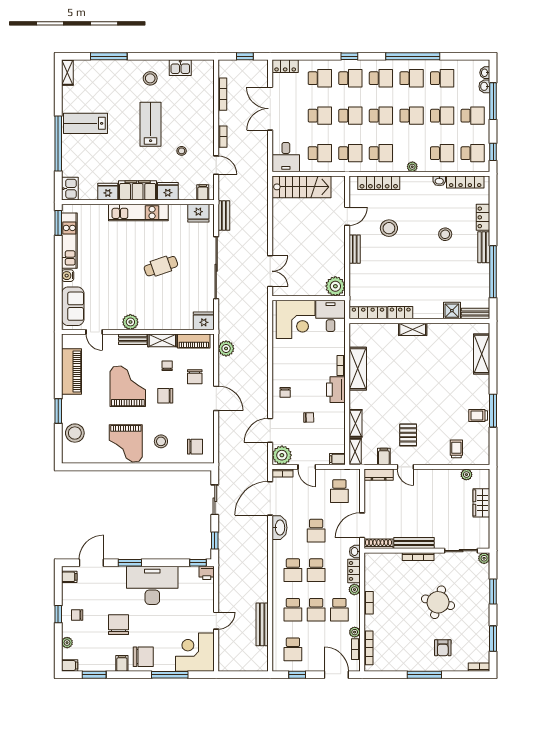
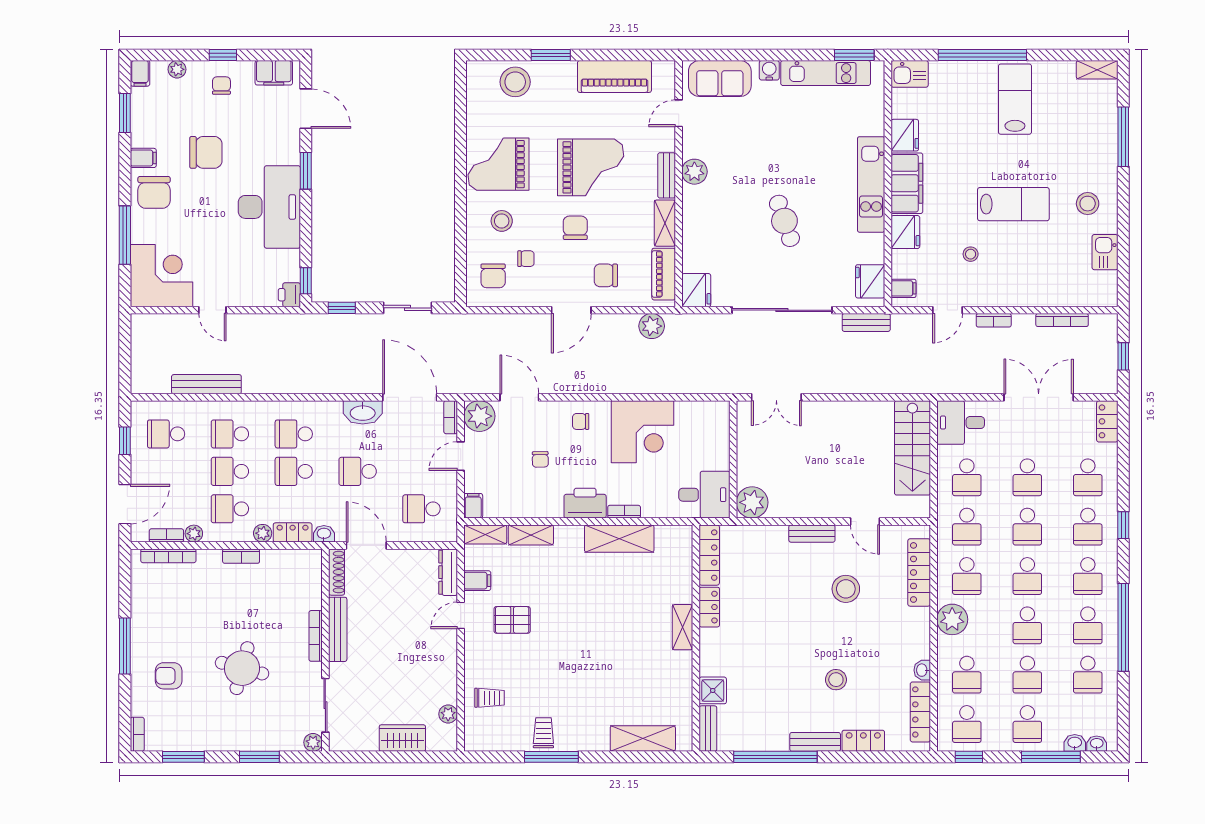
plant: (412, 167) -> (952, 619), width x1.88, depth x1.88
corner desk: (296, 319) -> (642, 432), moved, turned -90
chair: (167, 366) -> (526, 259), moved
filing cabinet: (69, 577) -> (274, 73), width x2.00

